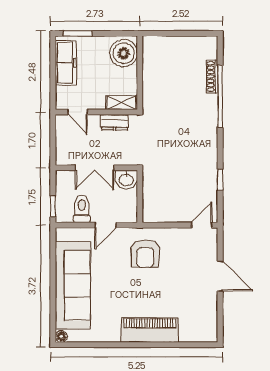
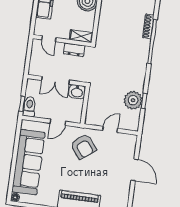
plant: (205, 181) -> (133, 100), added
toilet: (82, 209) -> (29, 107), moved
door: (202, 225) -> (110, 129), moved
armchair: (145, 254) -> (83, 146), turned -38

